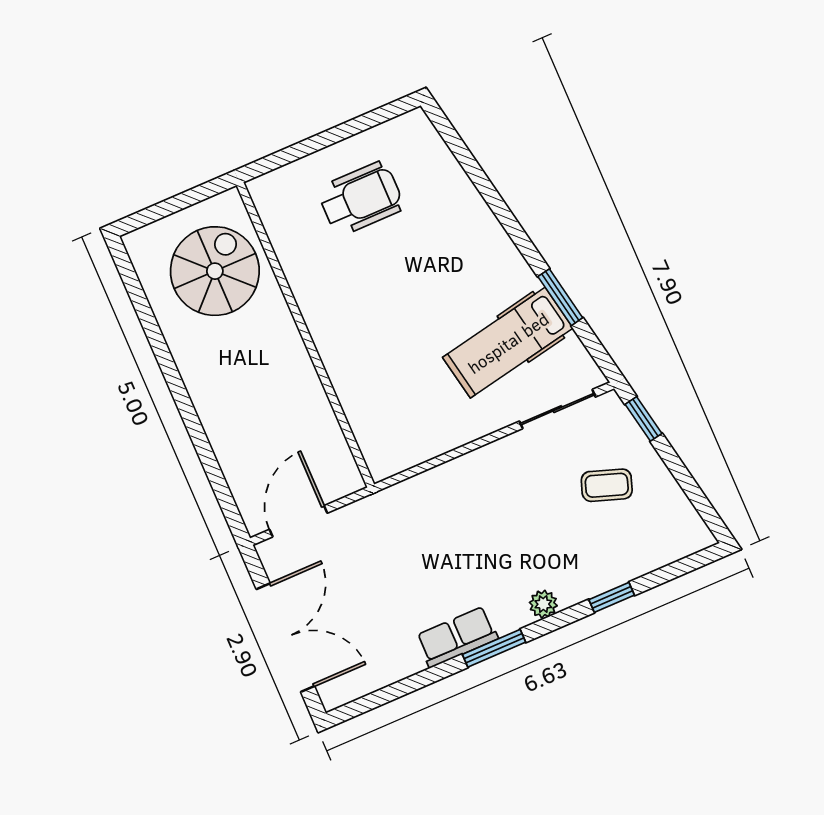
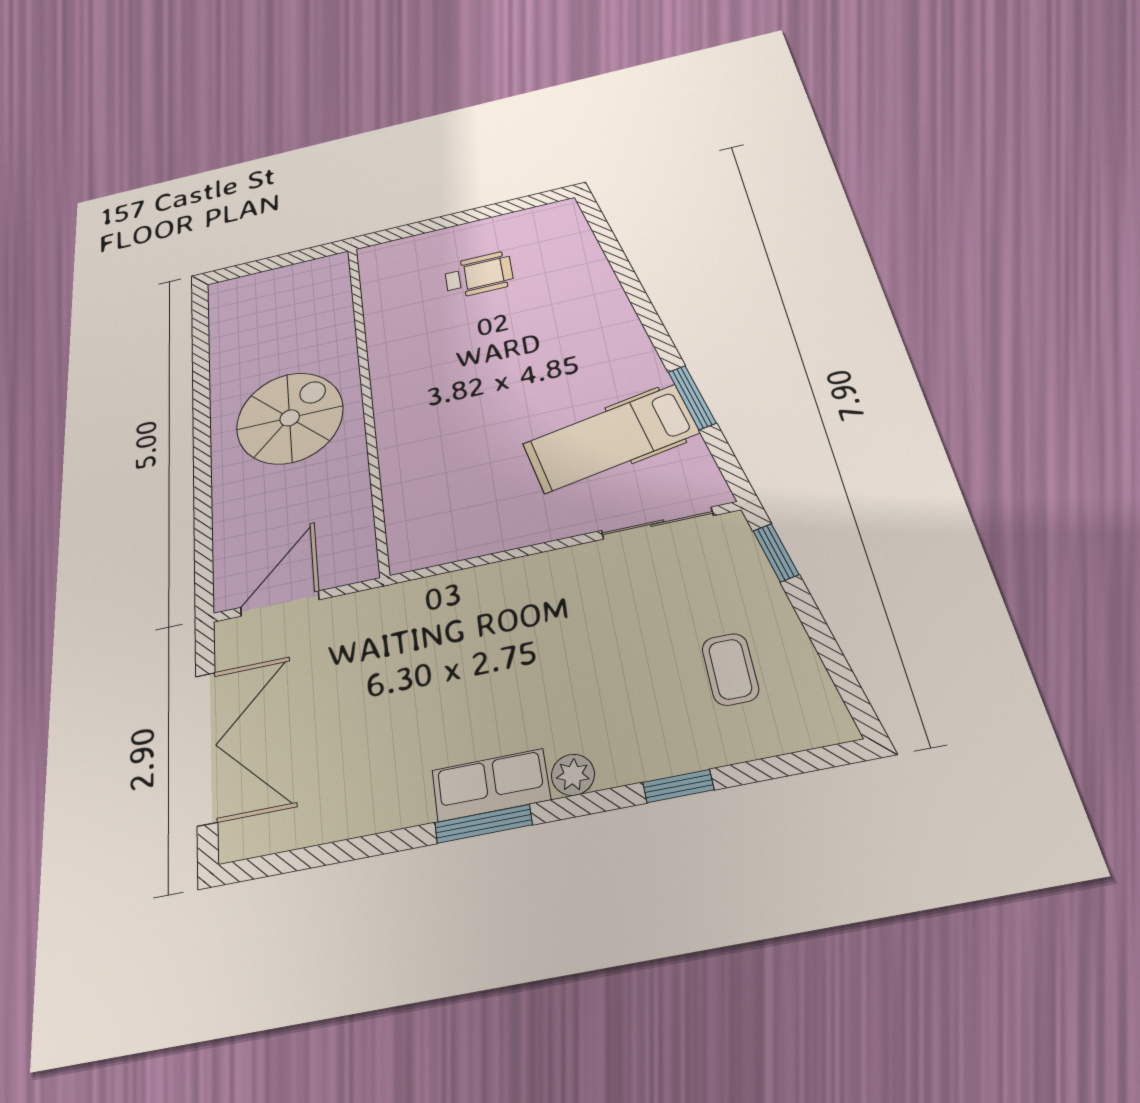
wheelchair: (361, 198) -> (479, 275), width x0.73, depth x0.73
spiral stairs: (215, 271) -> (290, 418), moved
coffee table: (607, 485) -> (730, 669), moved, turned 71
row of seats: (457, 637) -> (491, 785), moved

